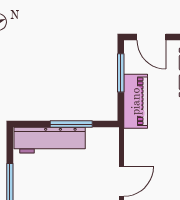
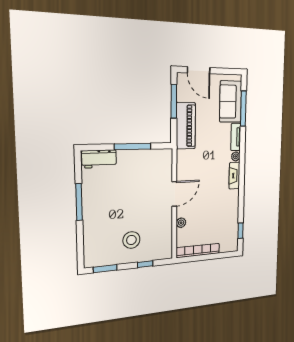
workbench: (50, 140) -> (99, 159), width x0.53, depth x0.76

